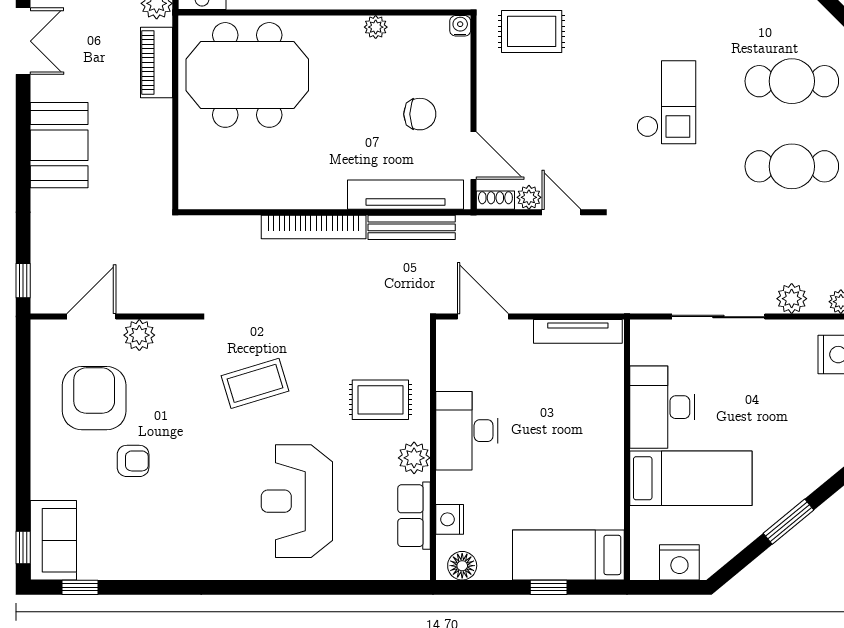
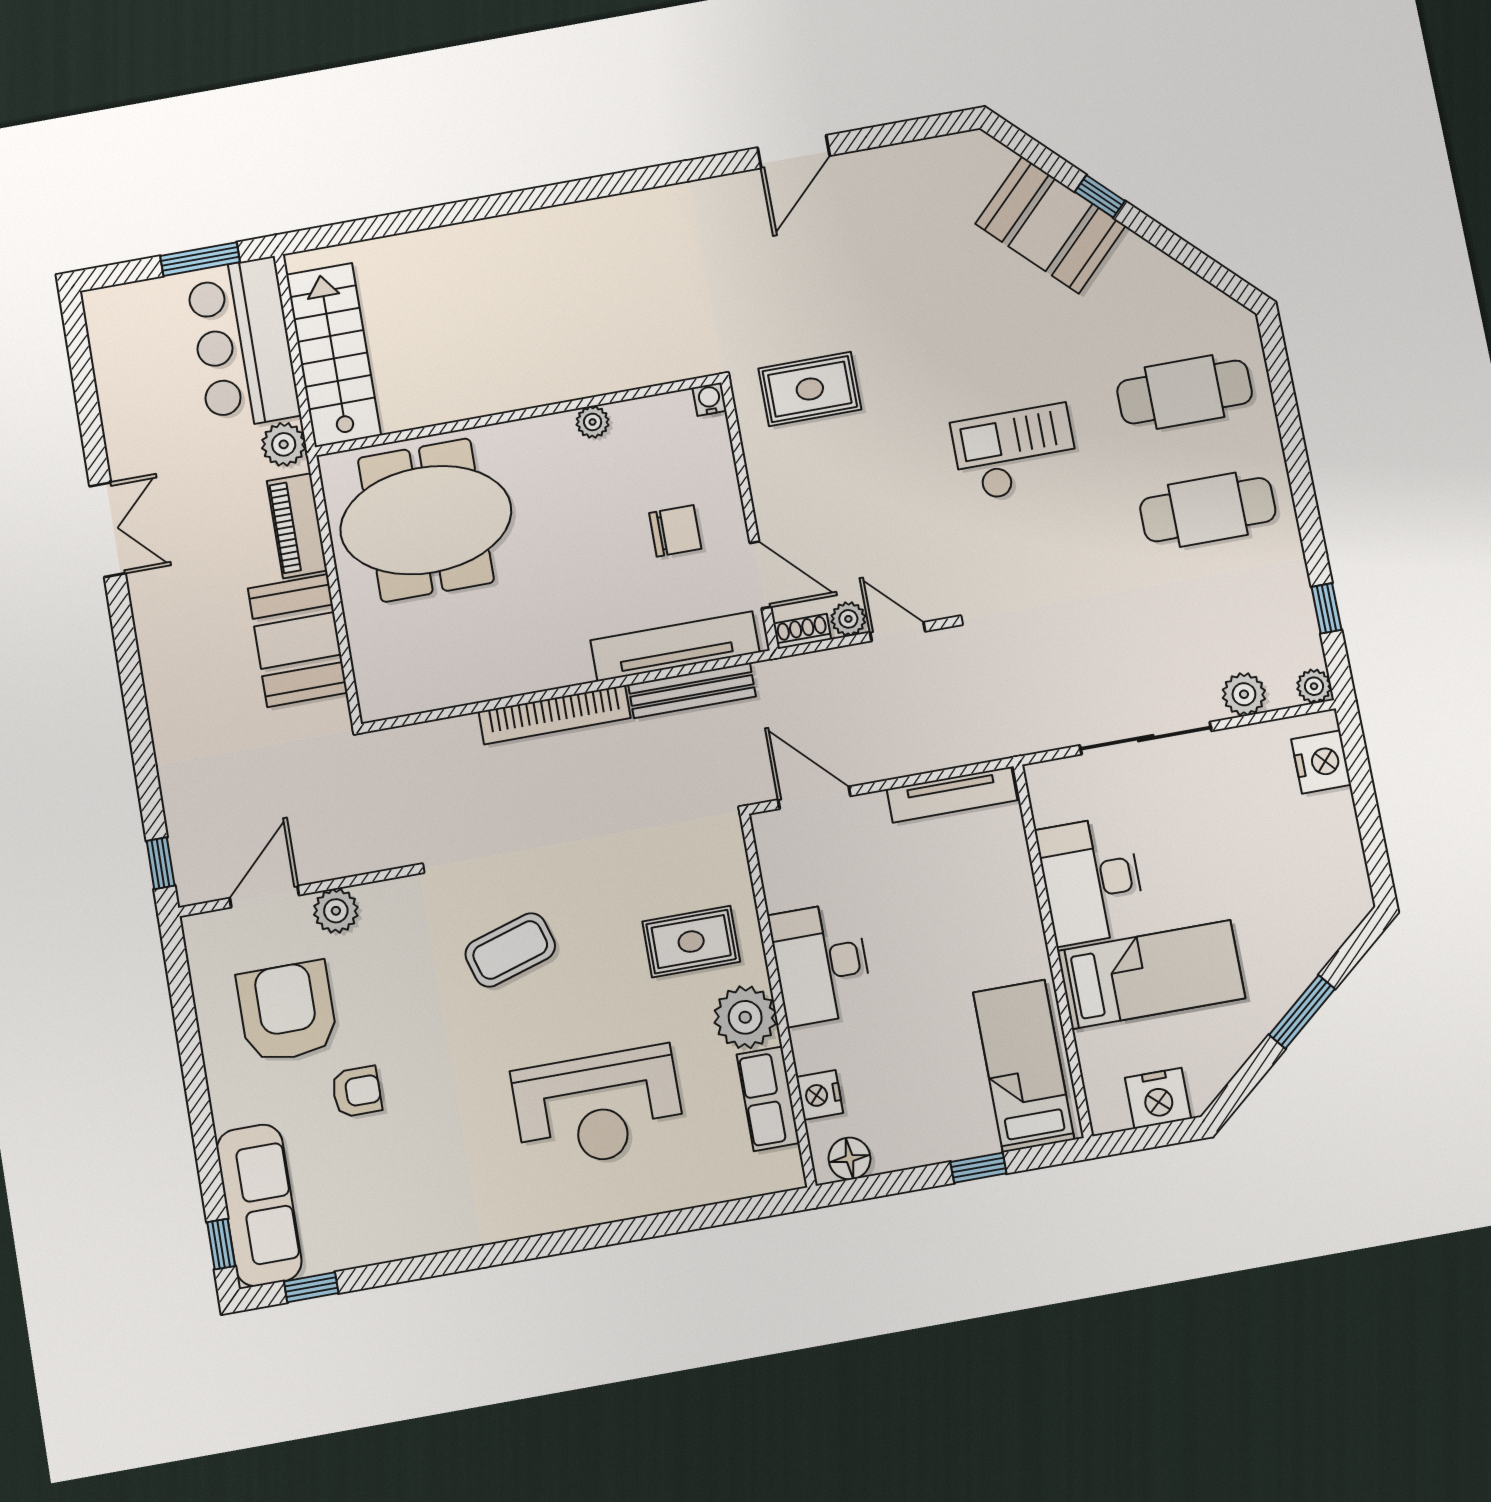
checkout: (666, 102) -> (1015, 453), turned -90
booth: (59, 145) -> (298, 640), moved
plant: (414, 458) -> (745, 1017), width x1.36, depth x1.36
reception desk: (297, 501) -> (598, 1108), turned -90
sofa: (53, 540) -> (259, 1205), width x1.36
bed: (568, 555) -> (1024, 1066), moved, turned 90

